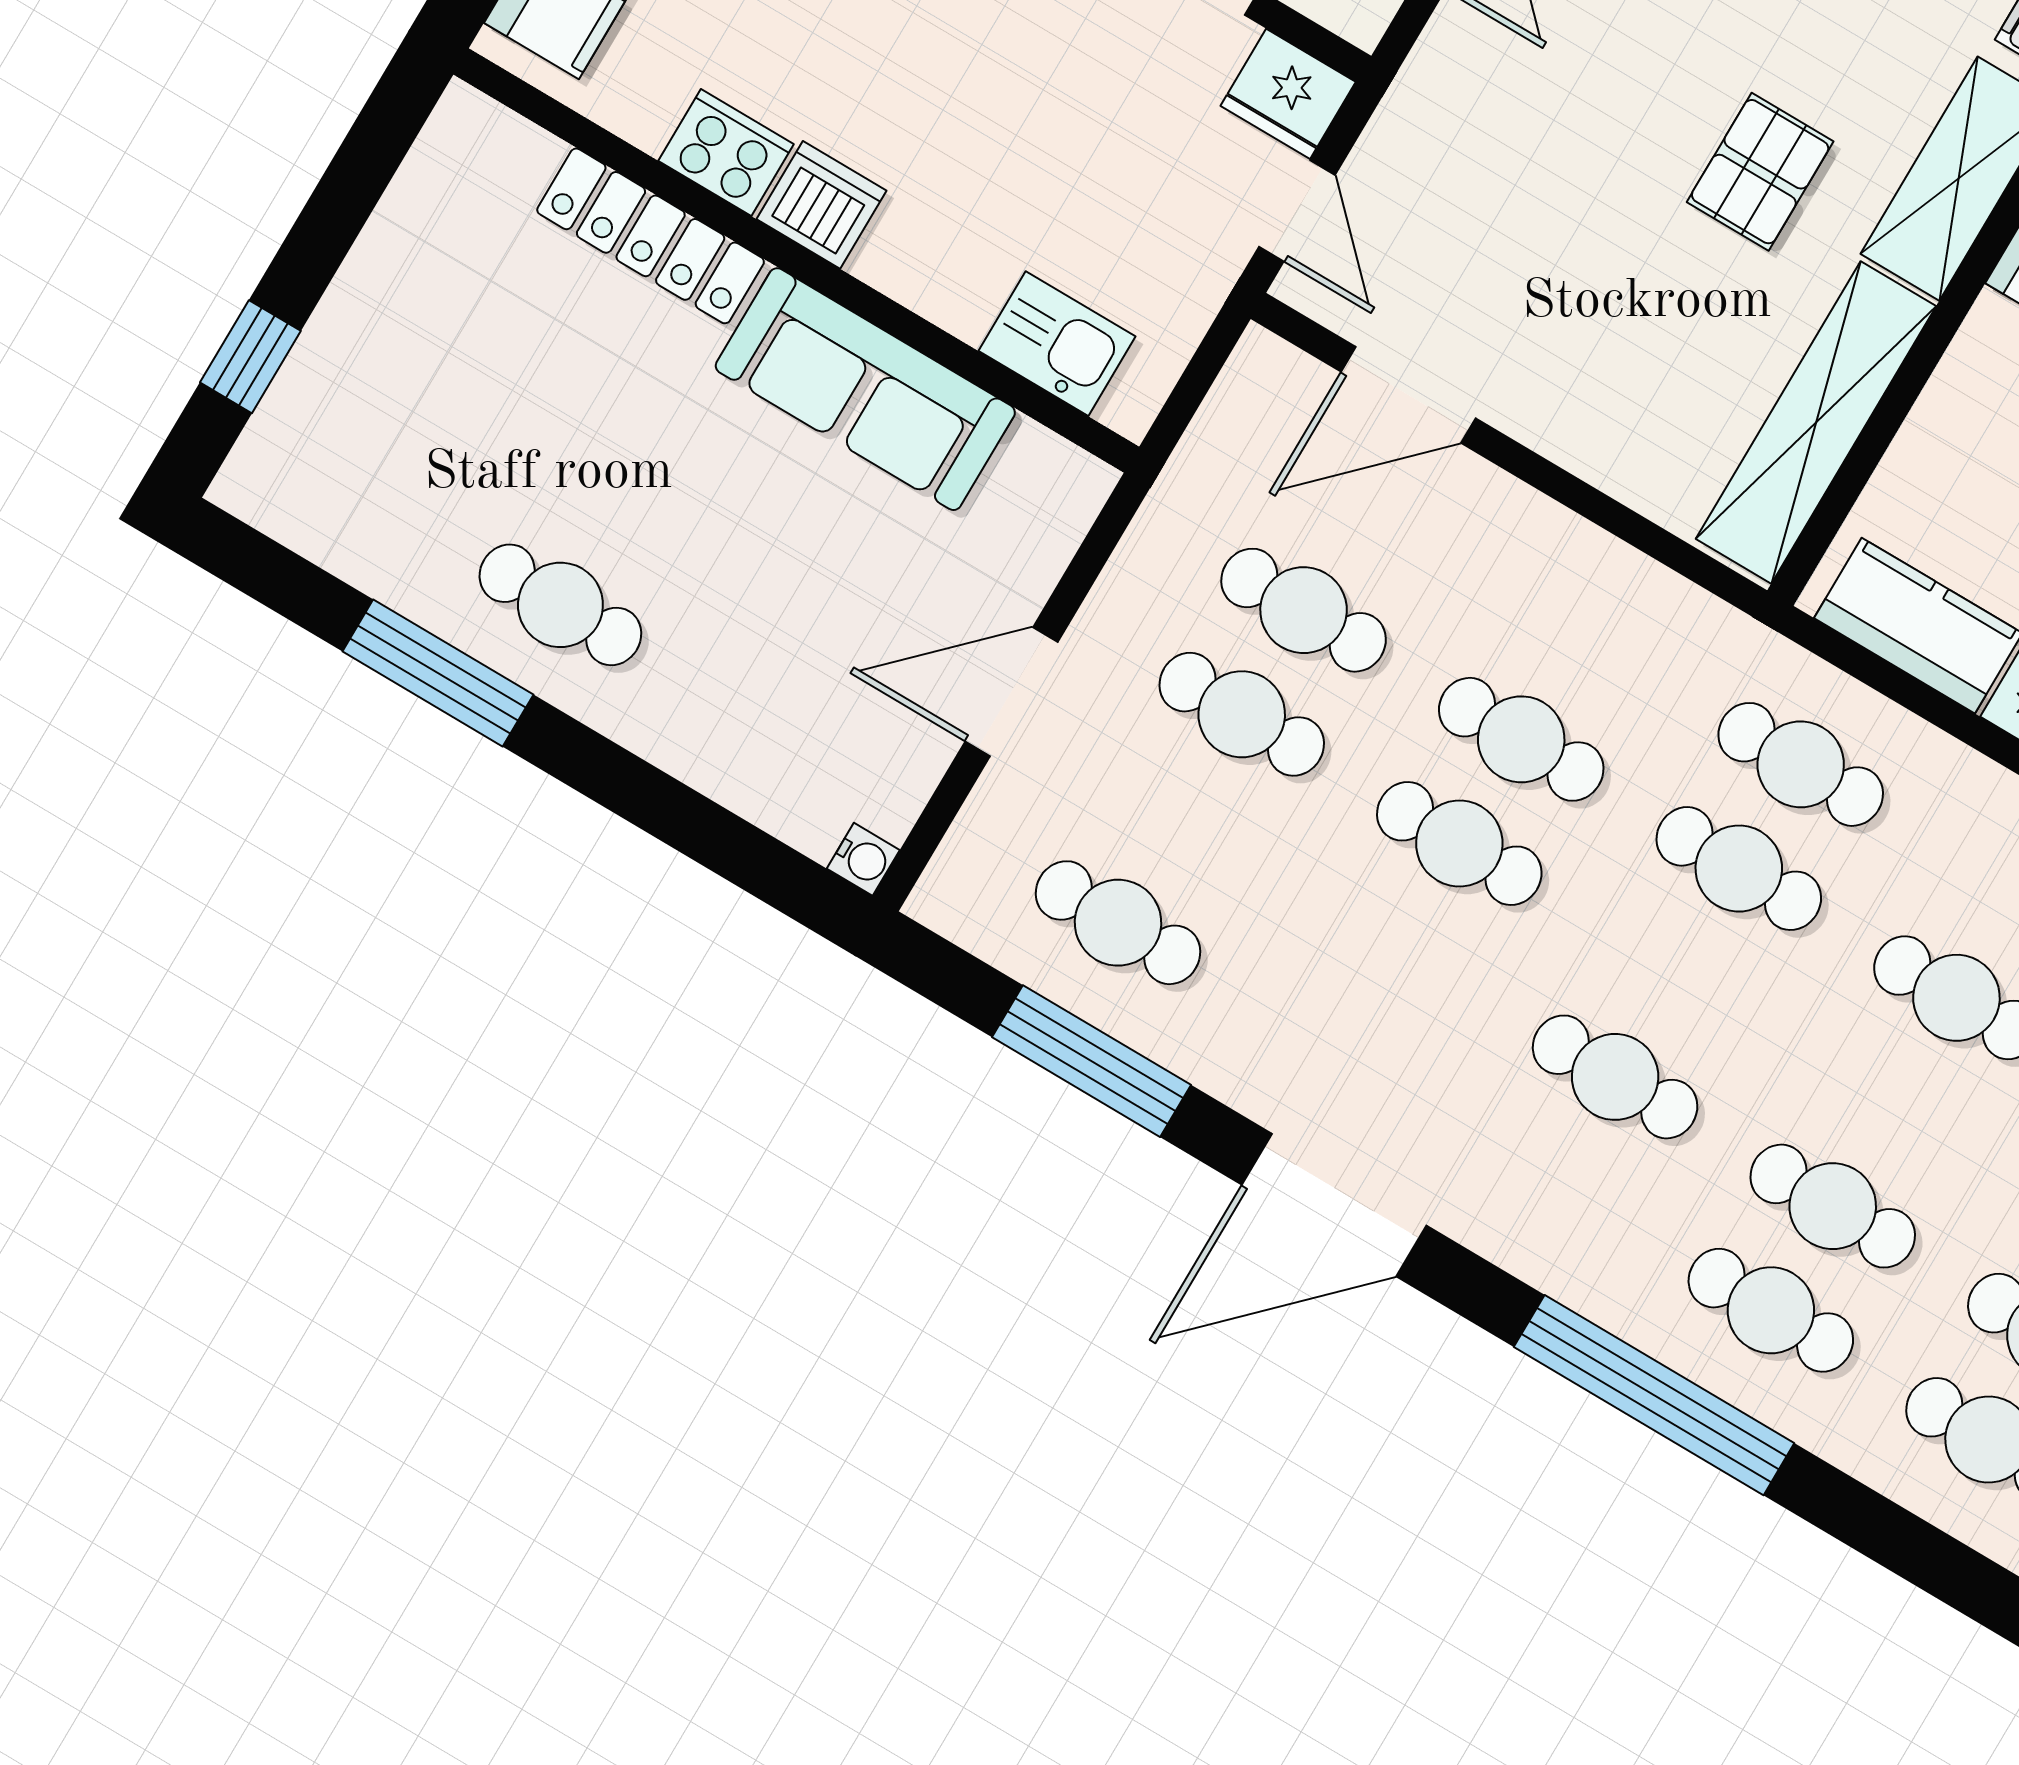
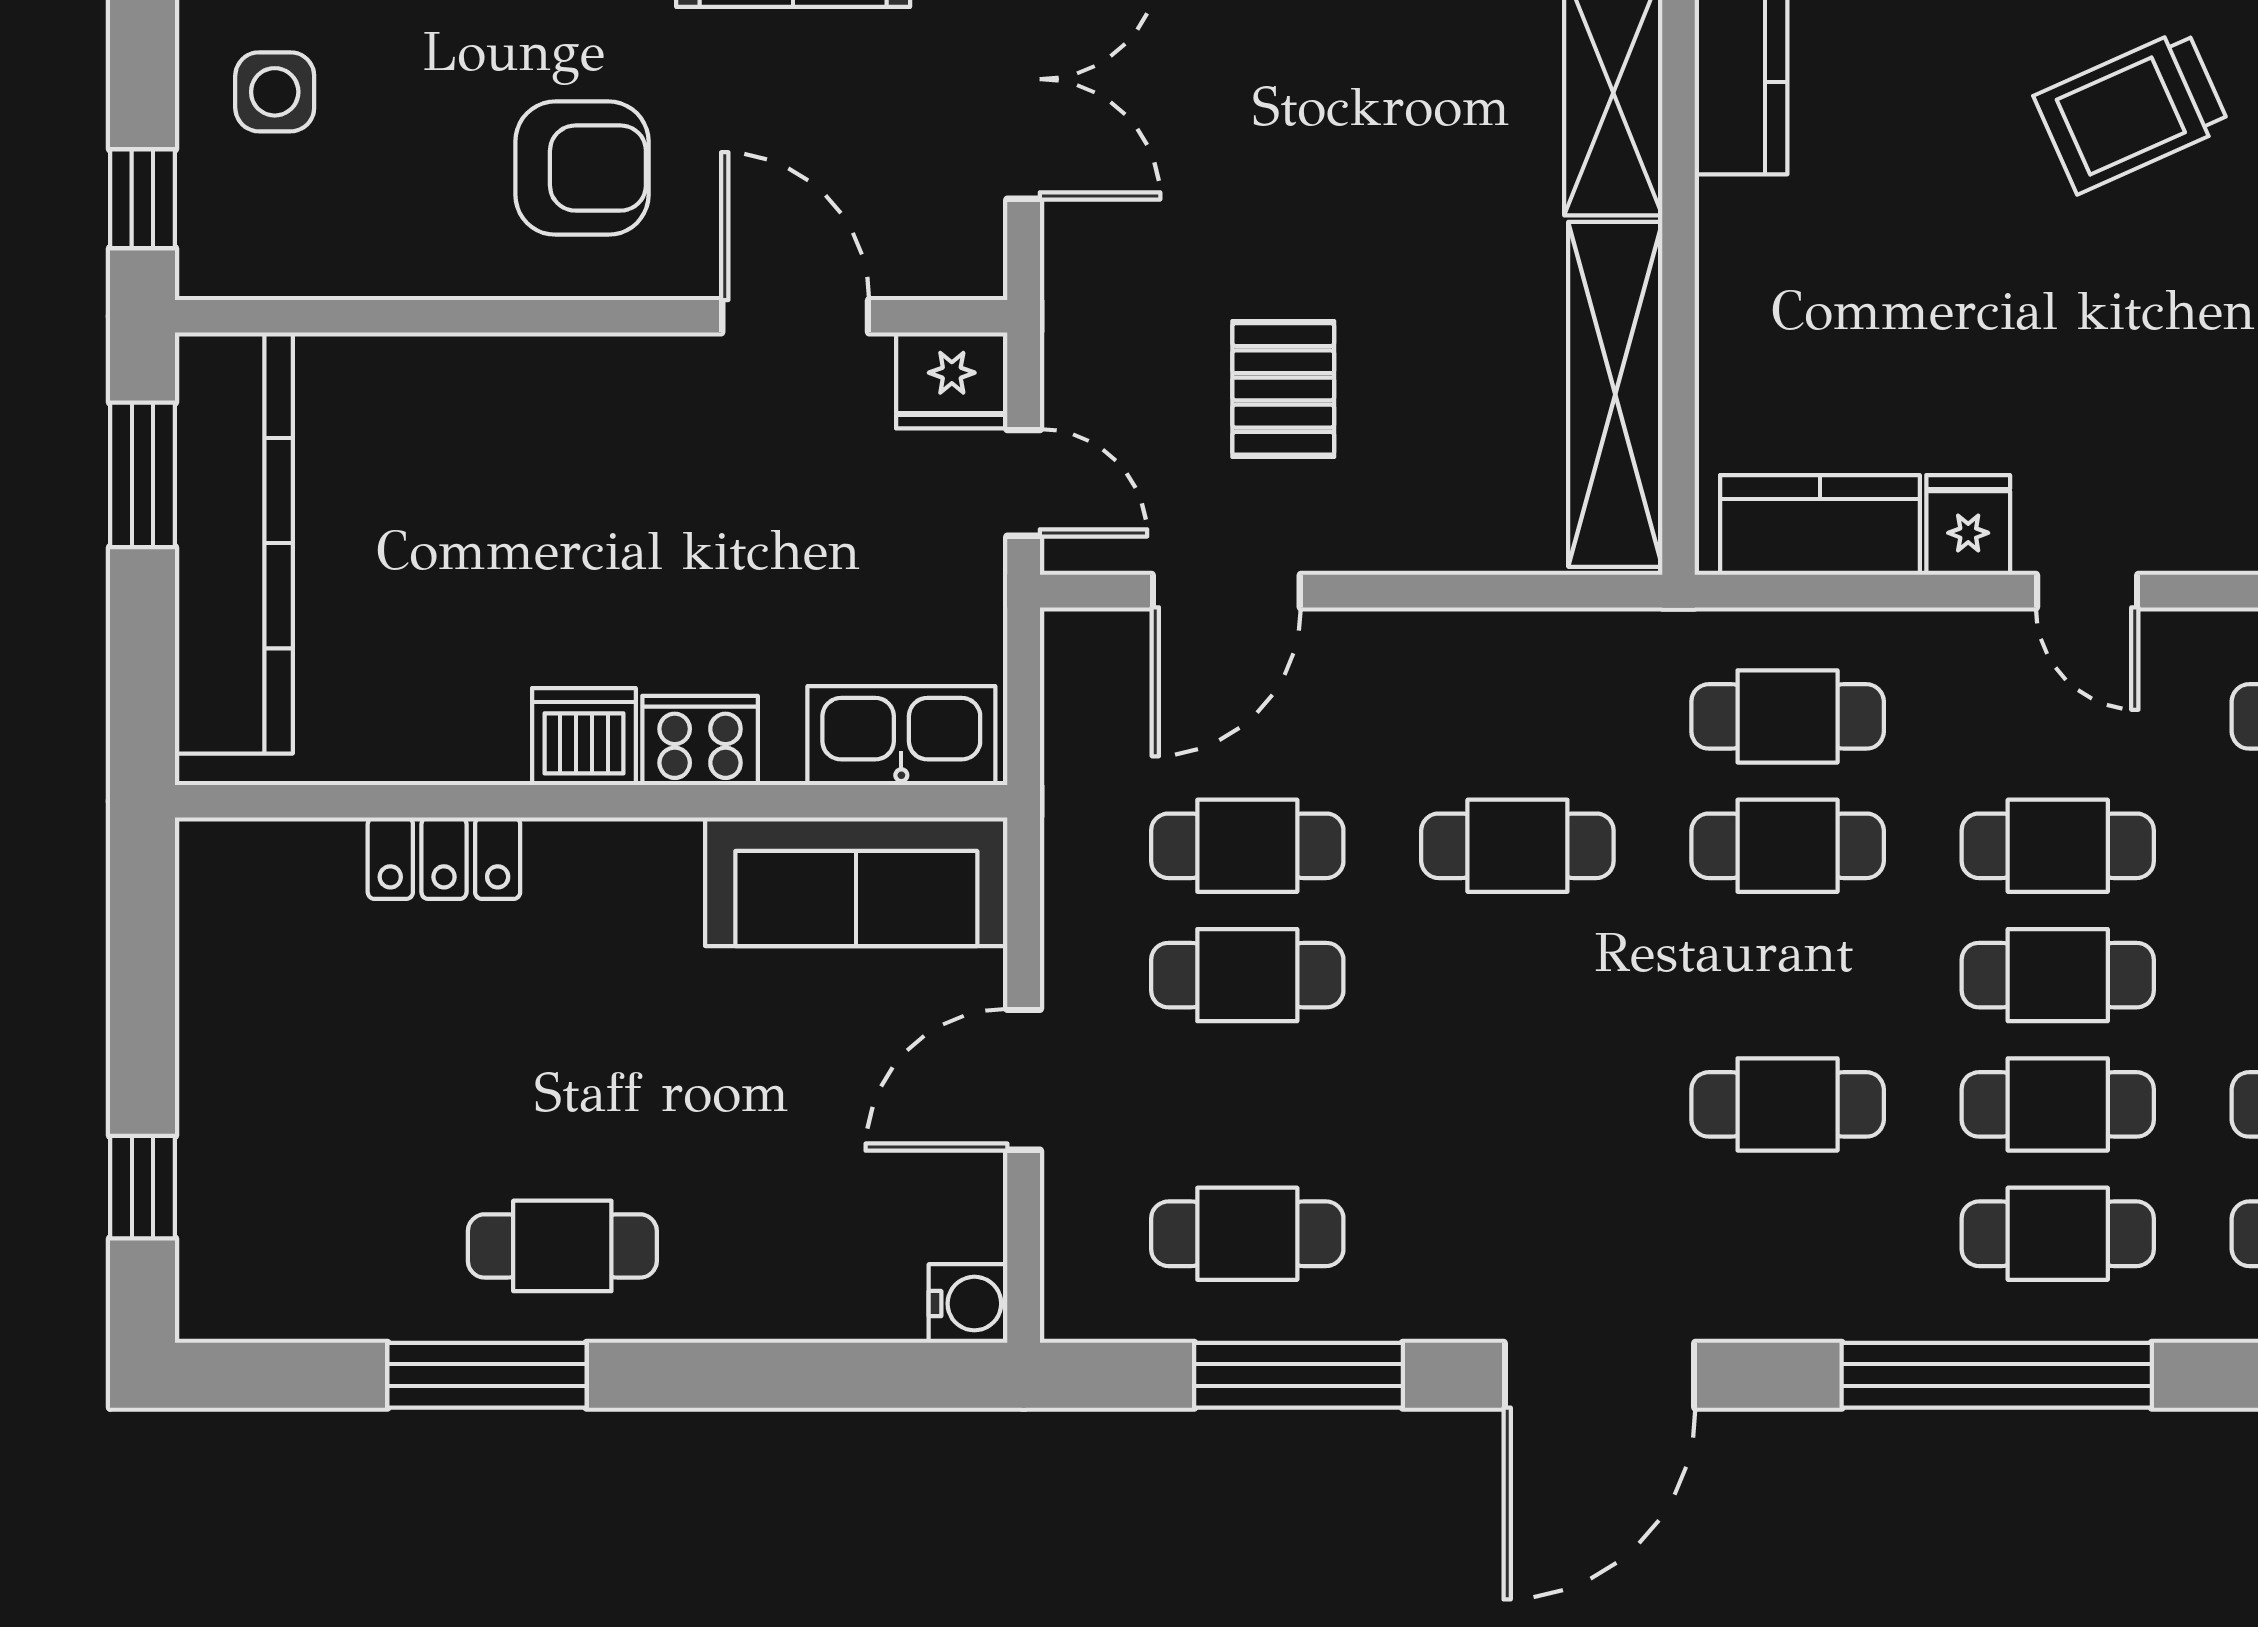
cooker: (726, 153) -> (700, 740), moved
pallet: (1760, 172) -> (1283, 389), moved
locker: (651, 236) -> (444, 858), width x0.66
kitchen sink: (1057, 344) -> (901, 736), width x1.38
sofa: (865, 389) -> (856, 882), moved
cafe table: (1459, 844) -> (2058, 975), moved
water cooler: (863, 859) -> (968, 1304), width x1.38, depth x1.38

